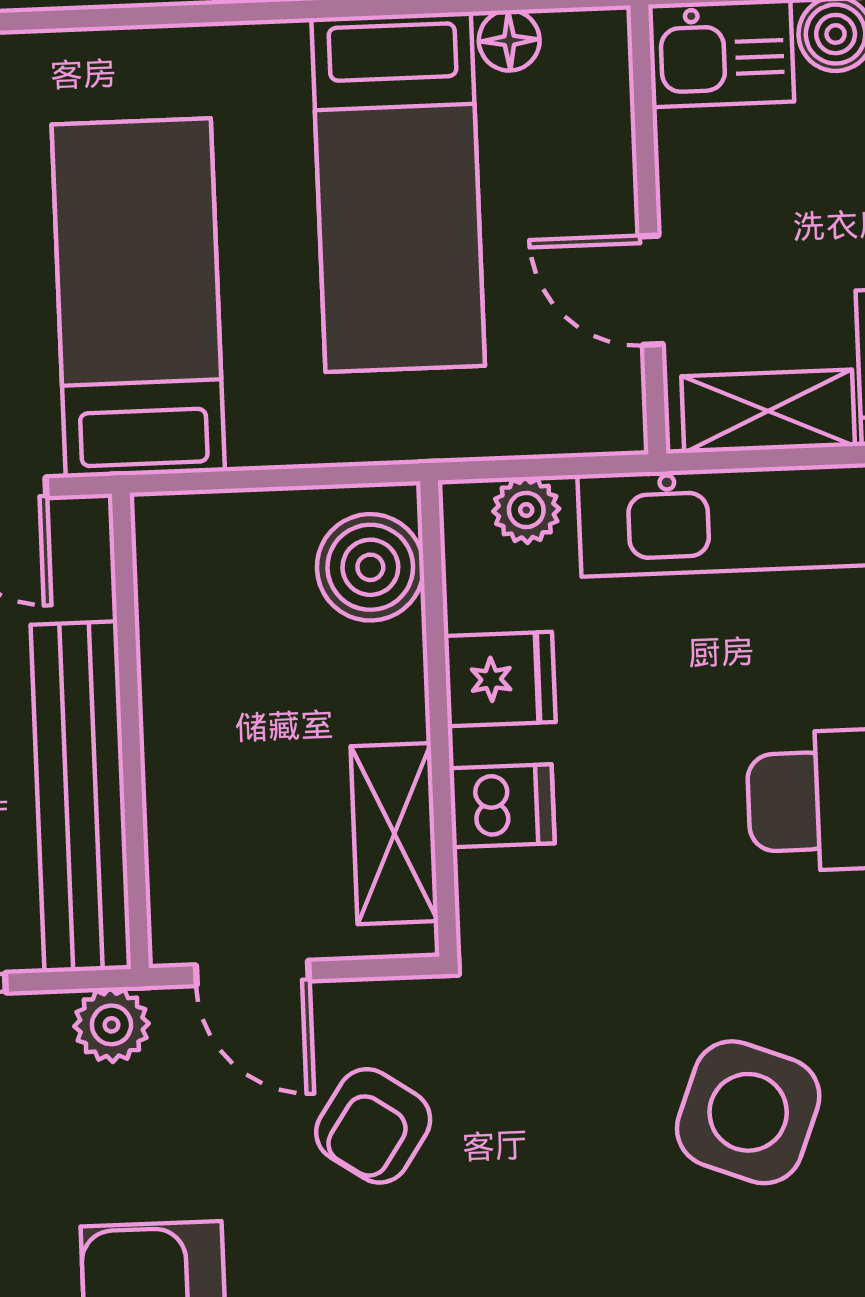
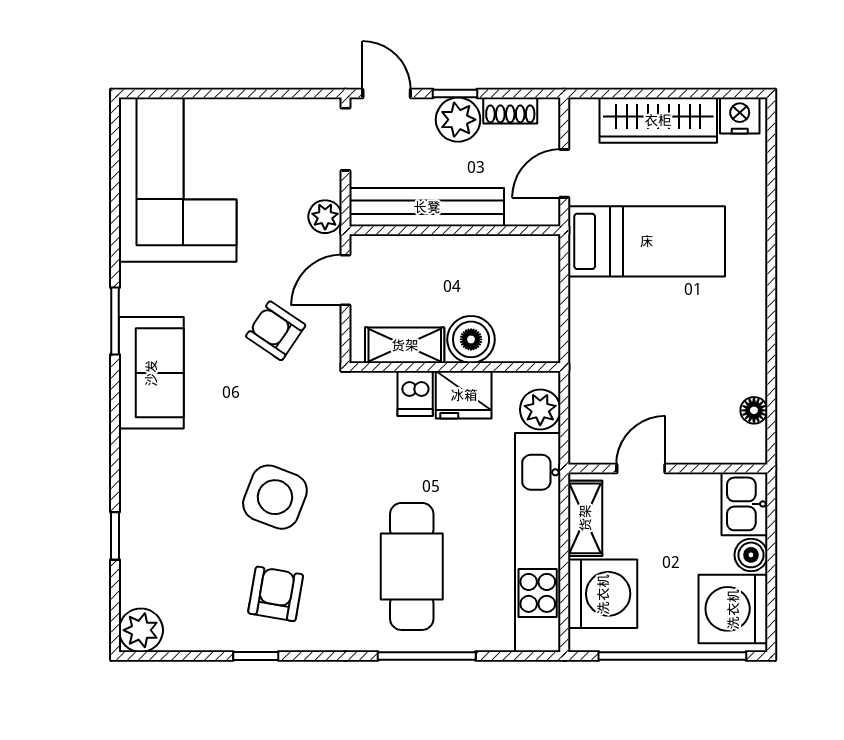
bed: (398, 192) -> (689, 358), removed
plant: (526, 510) -> (540, 409), width x1.38, depth x1.38
boiler: (370, 567) -> (471, 339), moved
fridge: (500, 679) -> (464, 395), width x1.38

